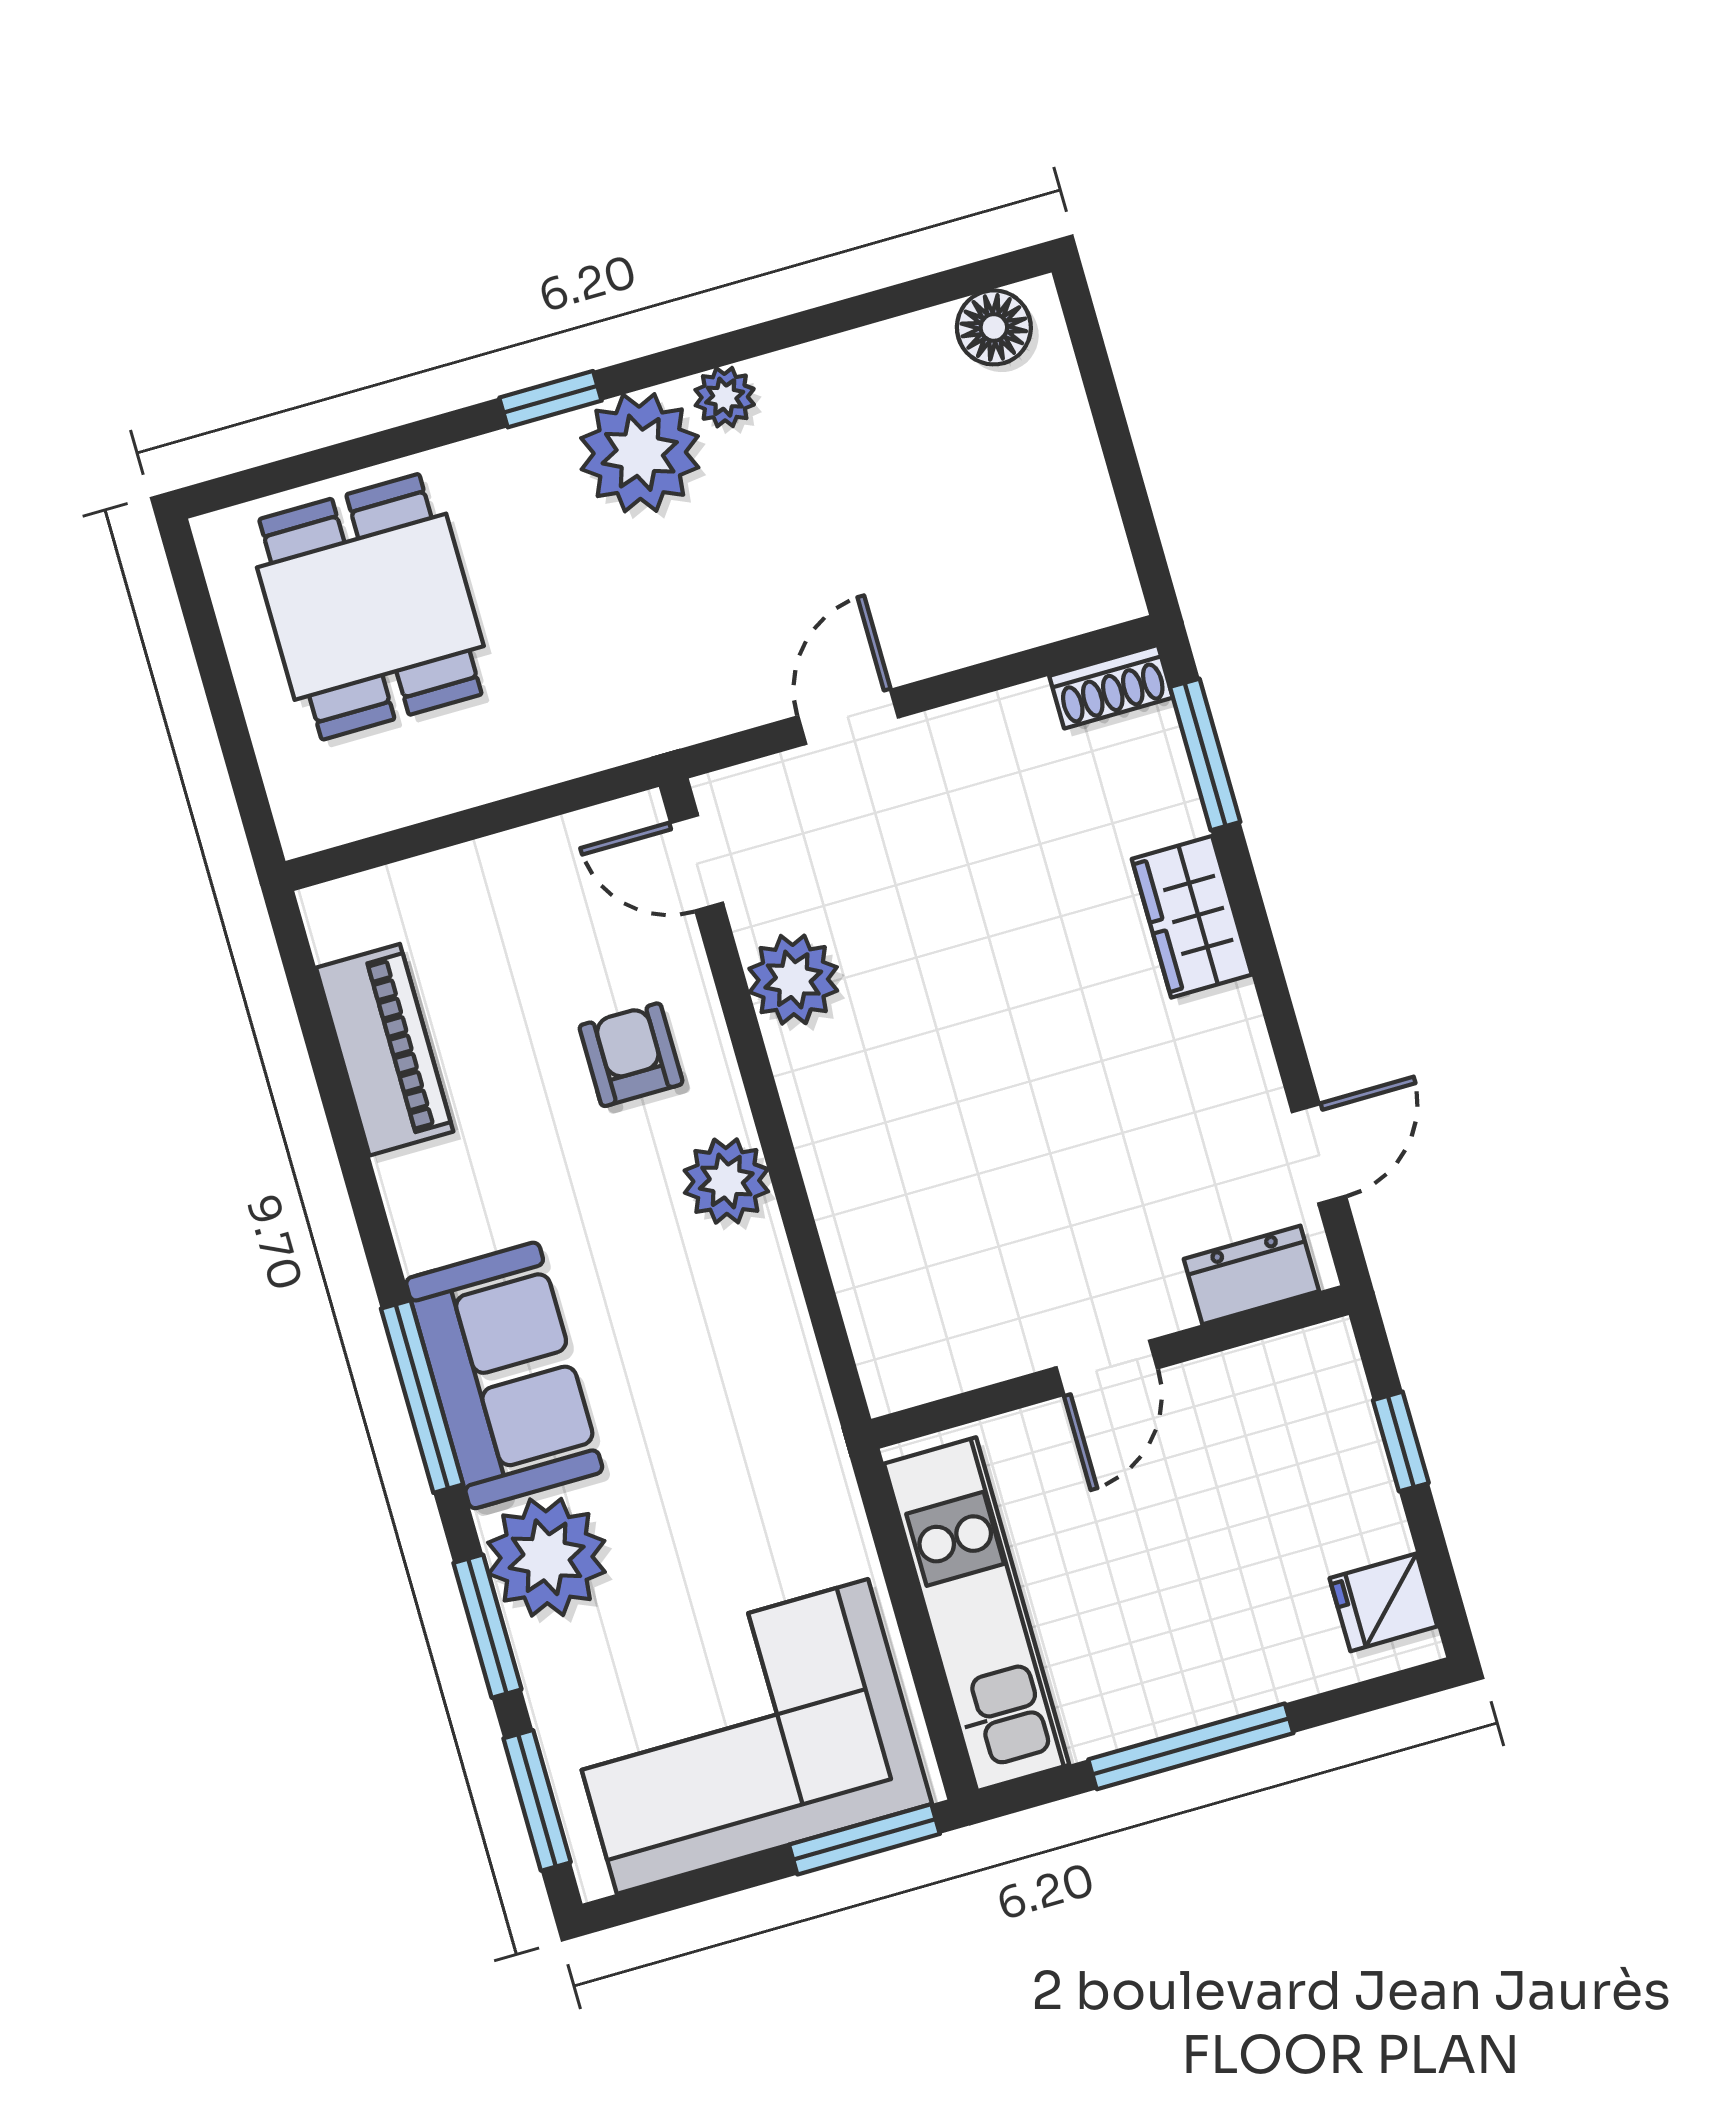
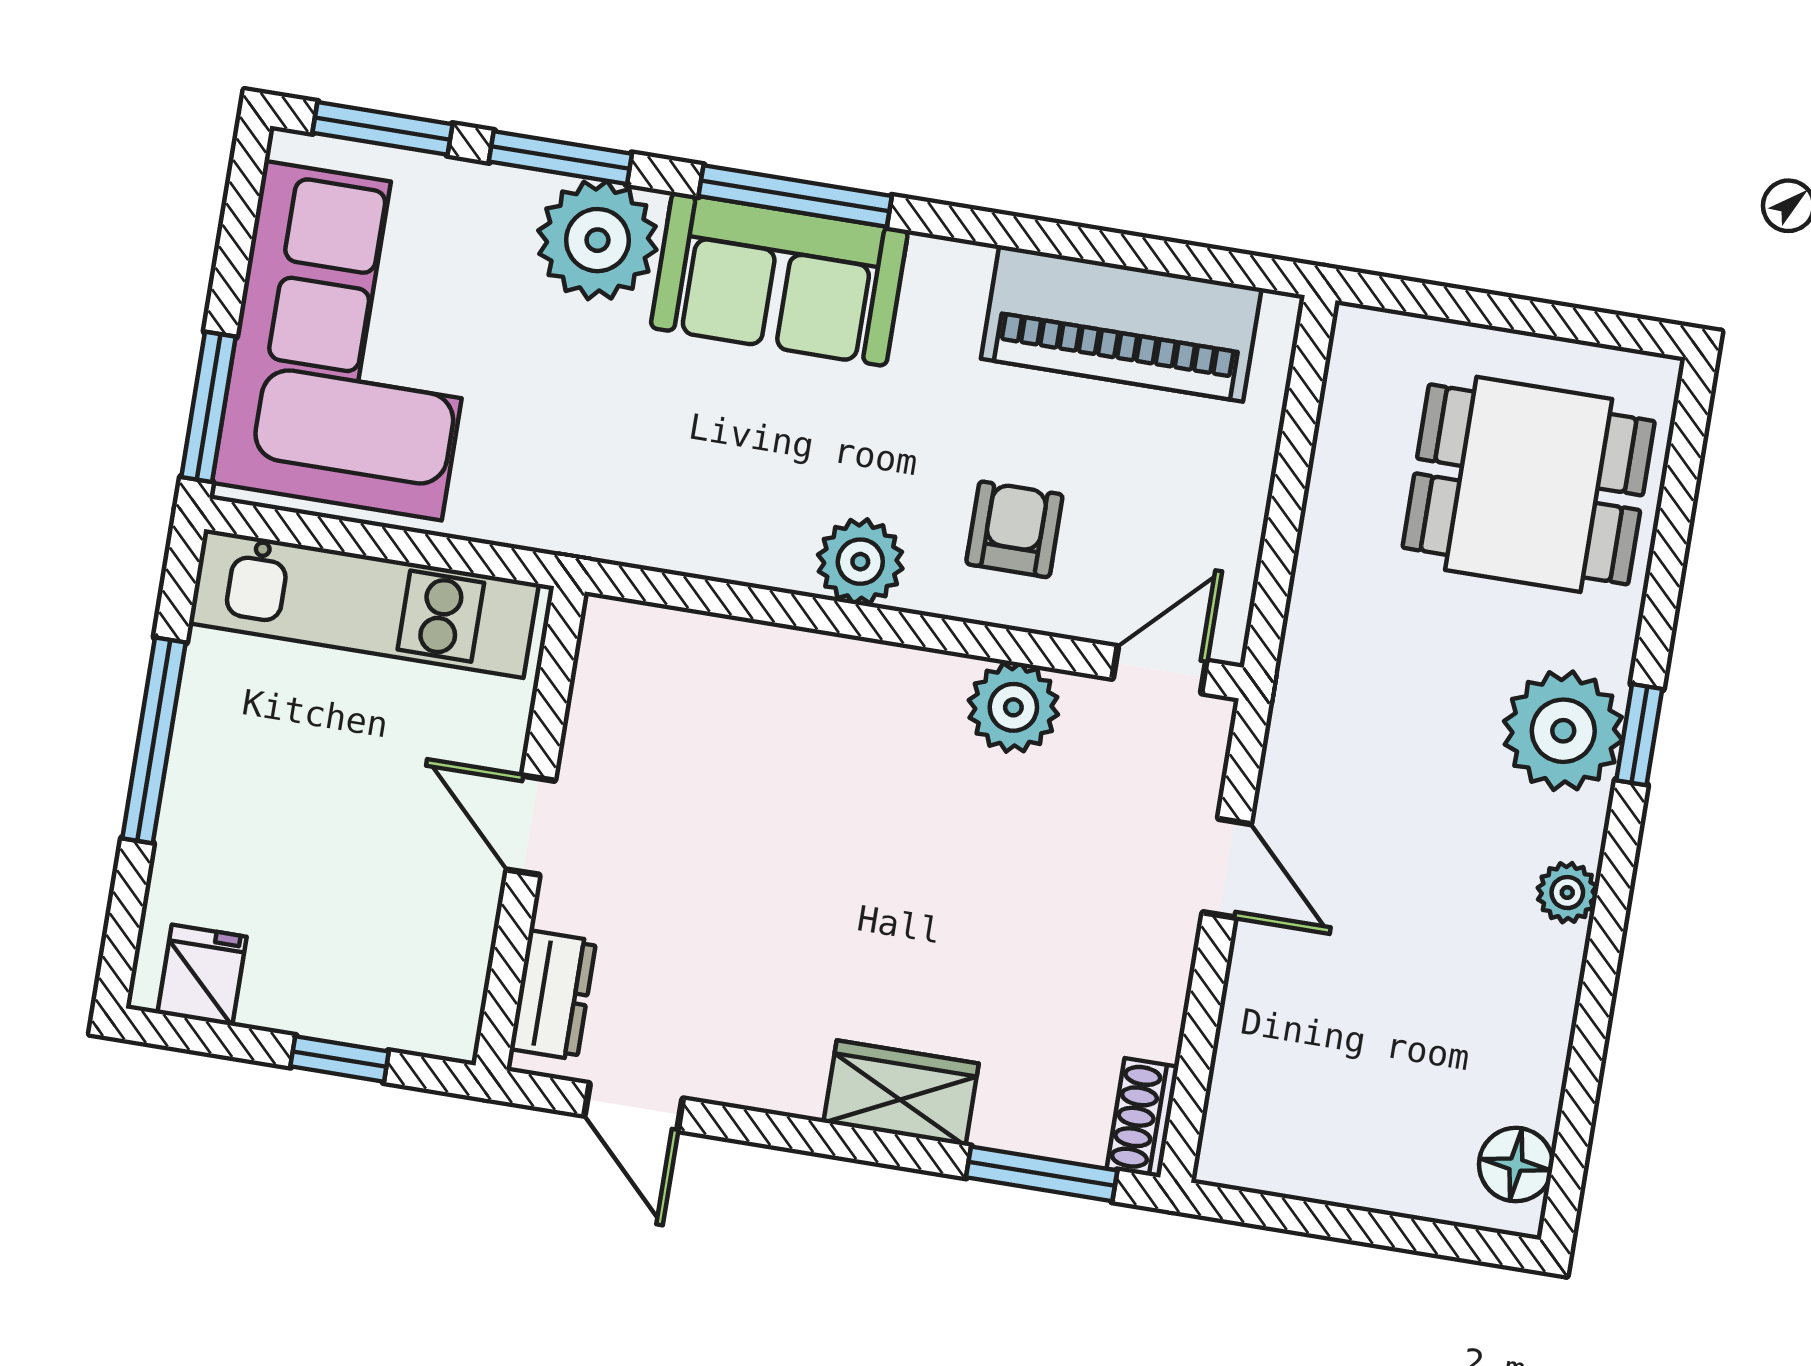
plant: (640, 453) -> (1563, 731), moved
piano: (385, 1050) -> (1121, 323), width x1.37, depth x1.33
armchair: (631, 1055) -> (1014, 529), turned -90

